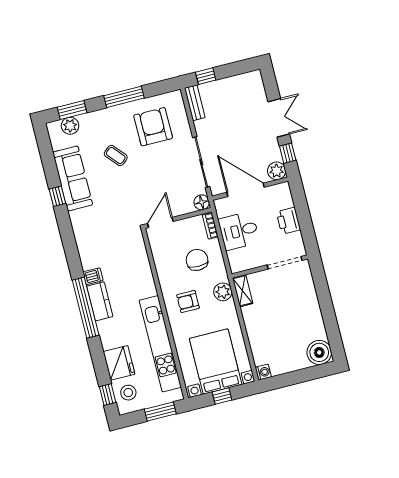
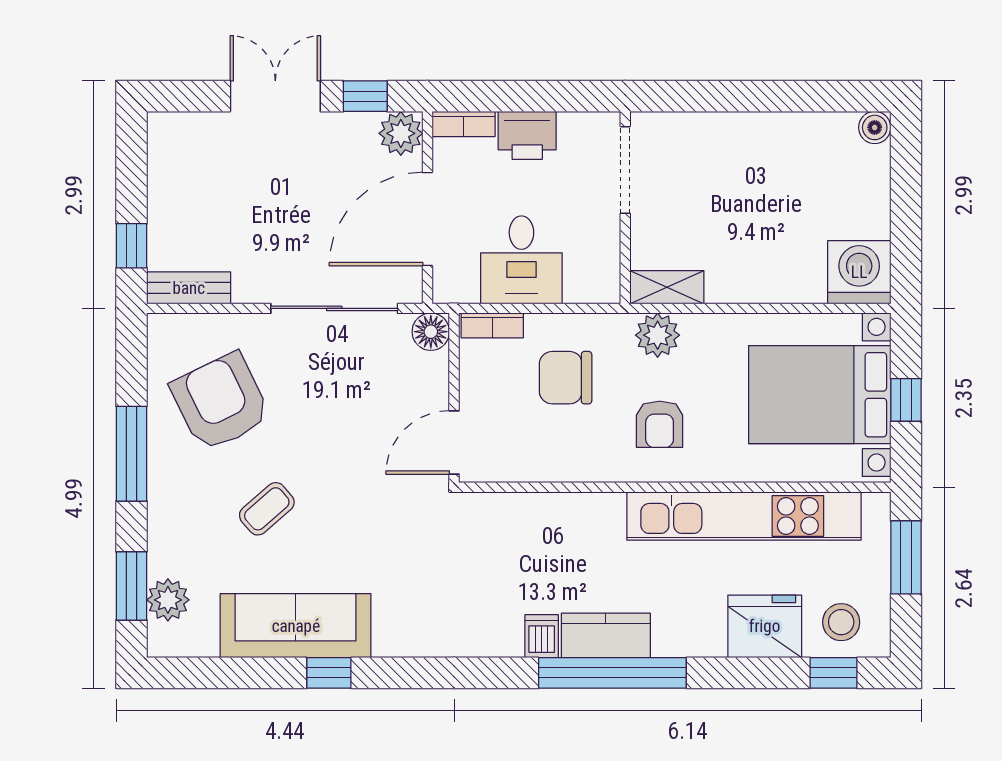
armchair: (153, 127) -> (221, 402), turned 64
bookcase: (287, 195) -> (464, 124), added
door: (160, 223) -> (454, 442), hinge flipped
boiler: (319, 352) -> (875, 127), width x0.54, depth x0.54
washing machine: (263, 372) -> (859, 272), width x1.89, depth x1.89

